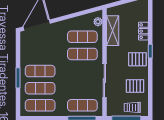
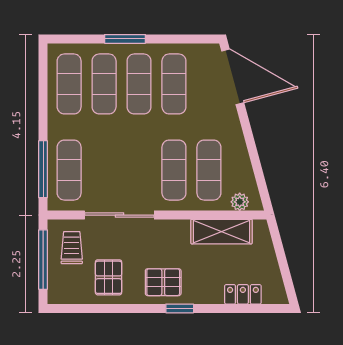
locker: (143, 31) -> (243, 294), moved
exercise mat: (40, 54) -> (174, 84), added
pallet: (137, 59) -> (163, 282), turned 90
trolley: (132, 107) -> (72, 248), moved

